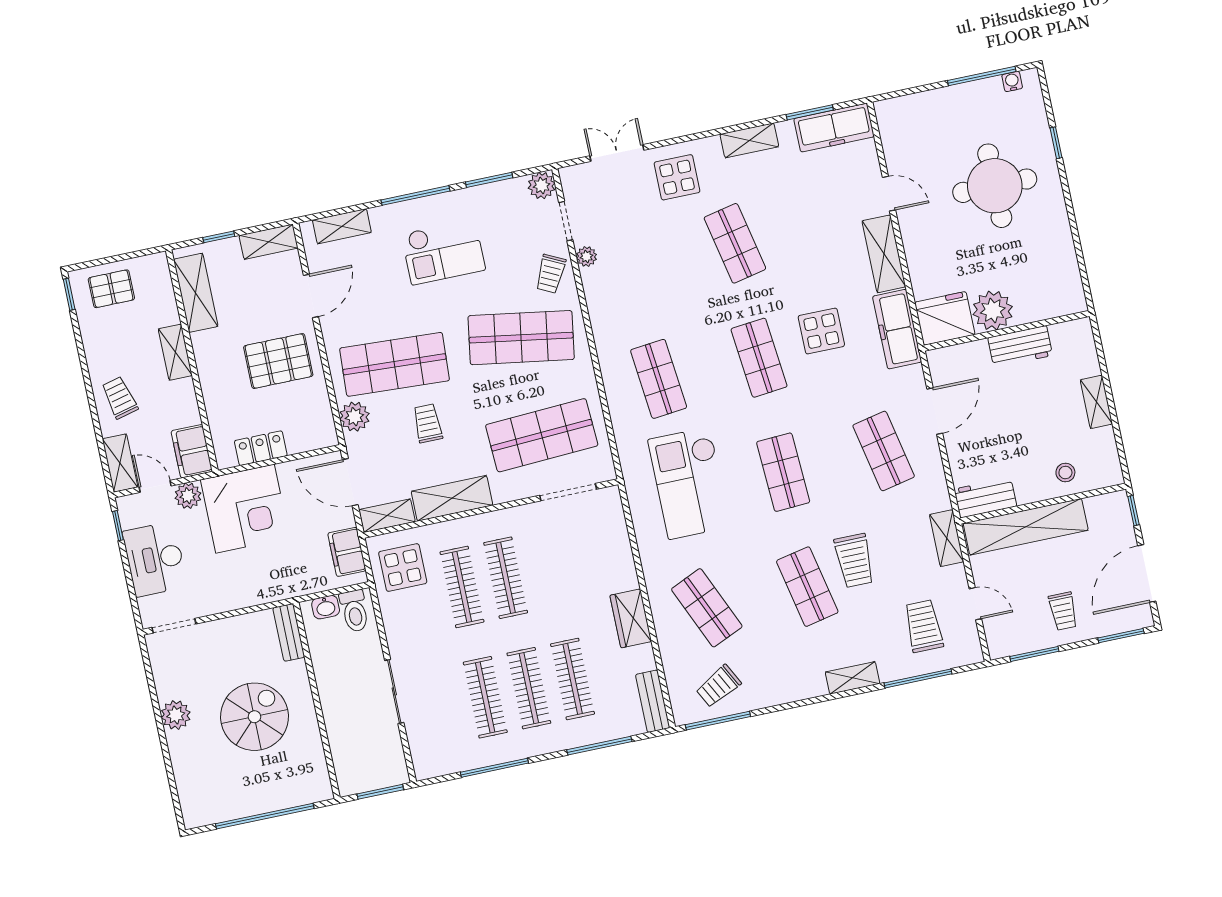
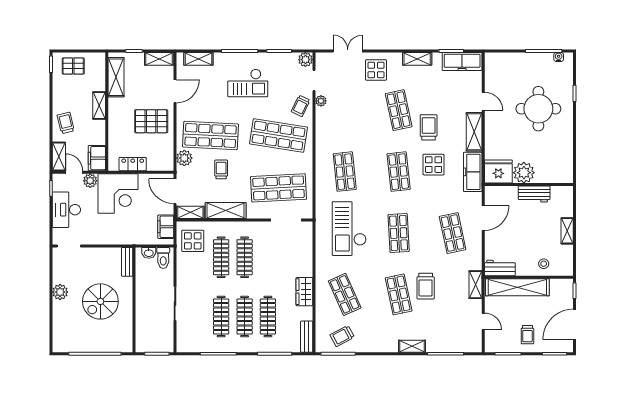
trolley: (924, 626) -> (429, 127), moved
spiral stairs: (254, 717) -> (100, 301), turned 180

